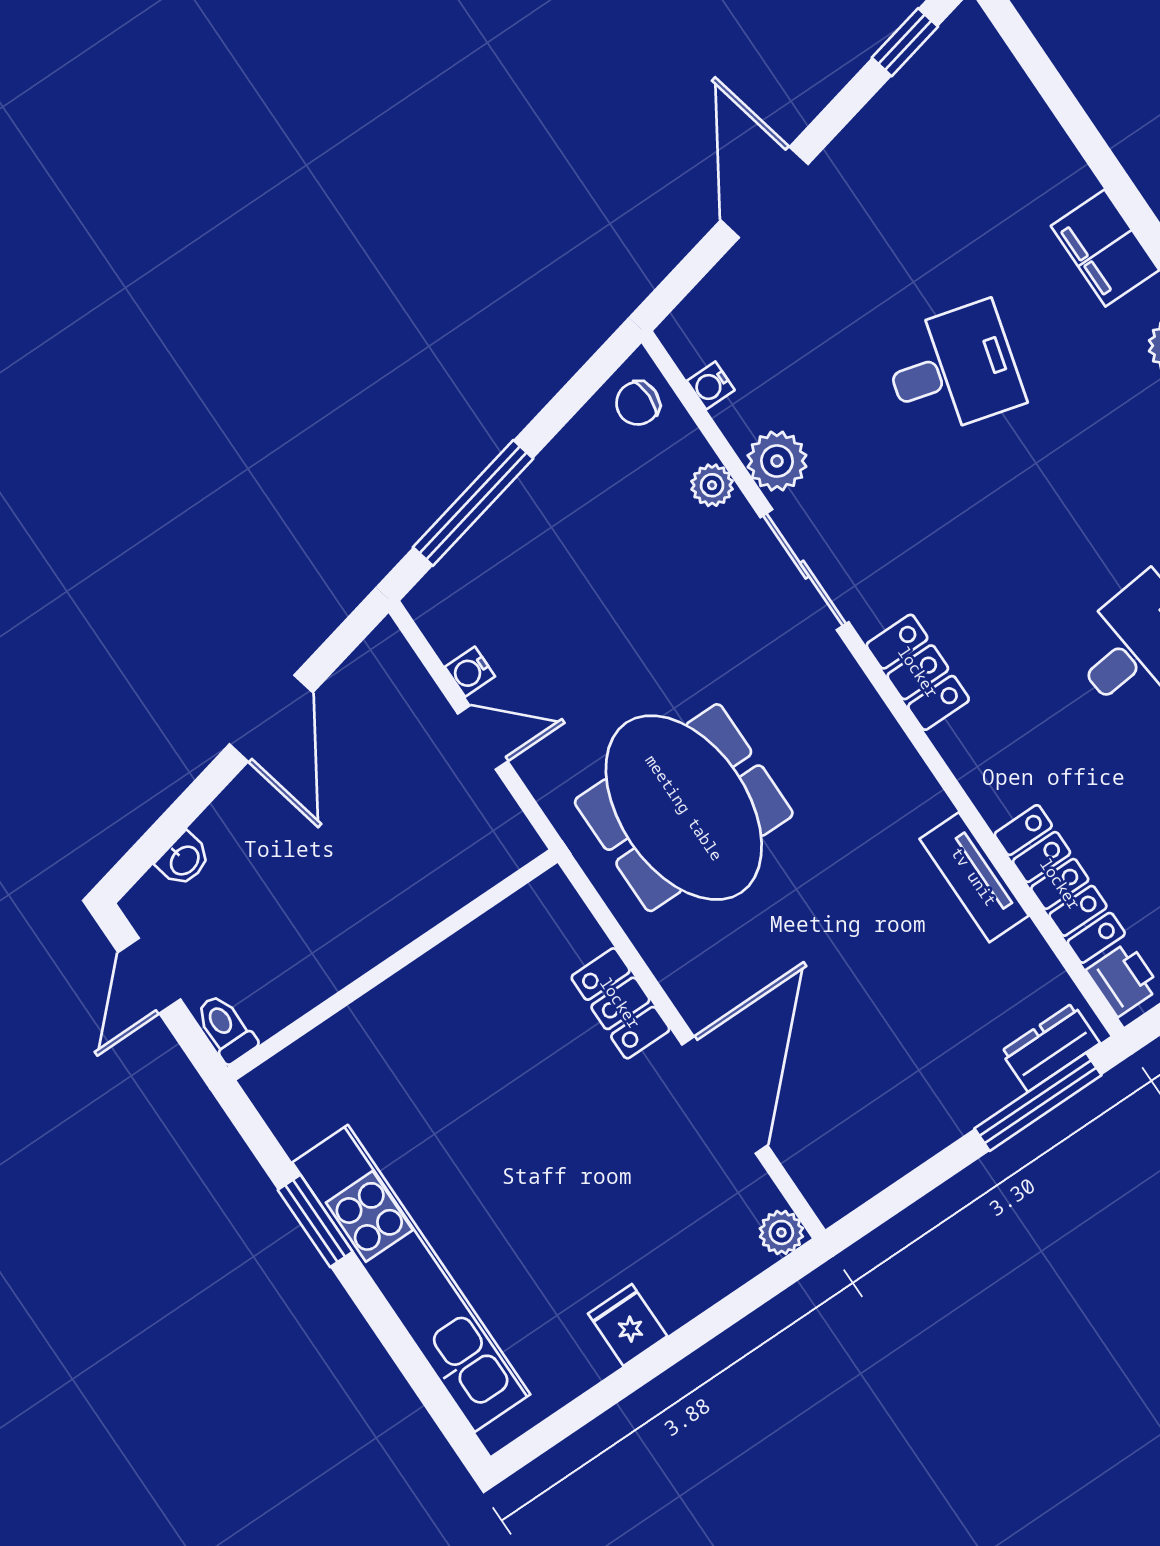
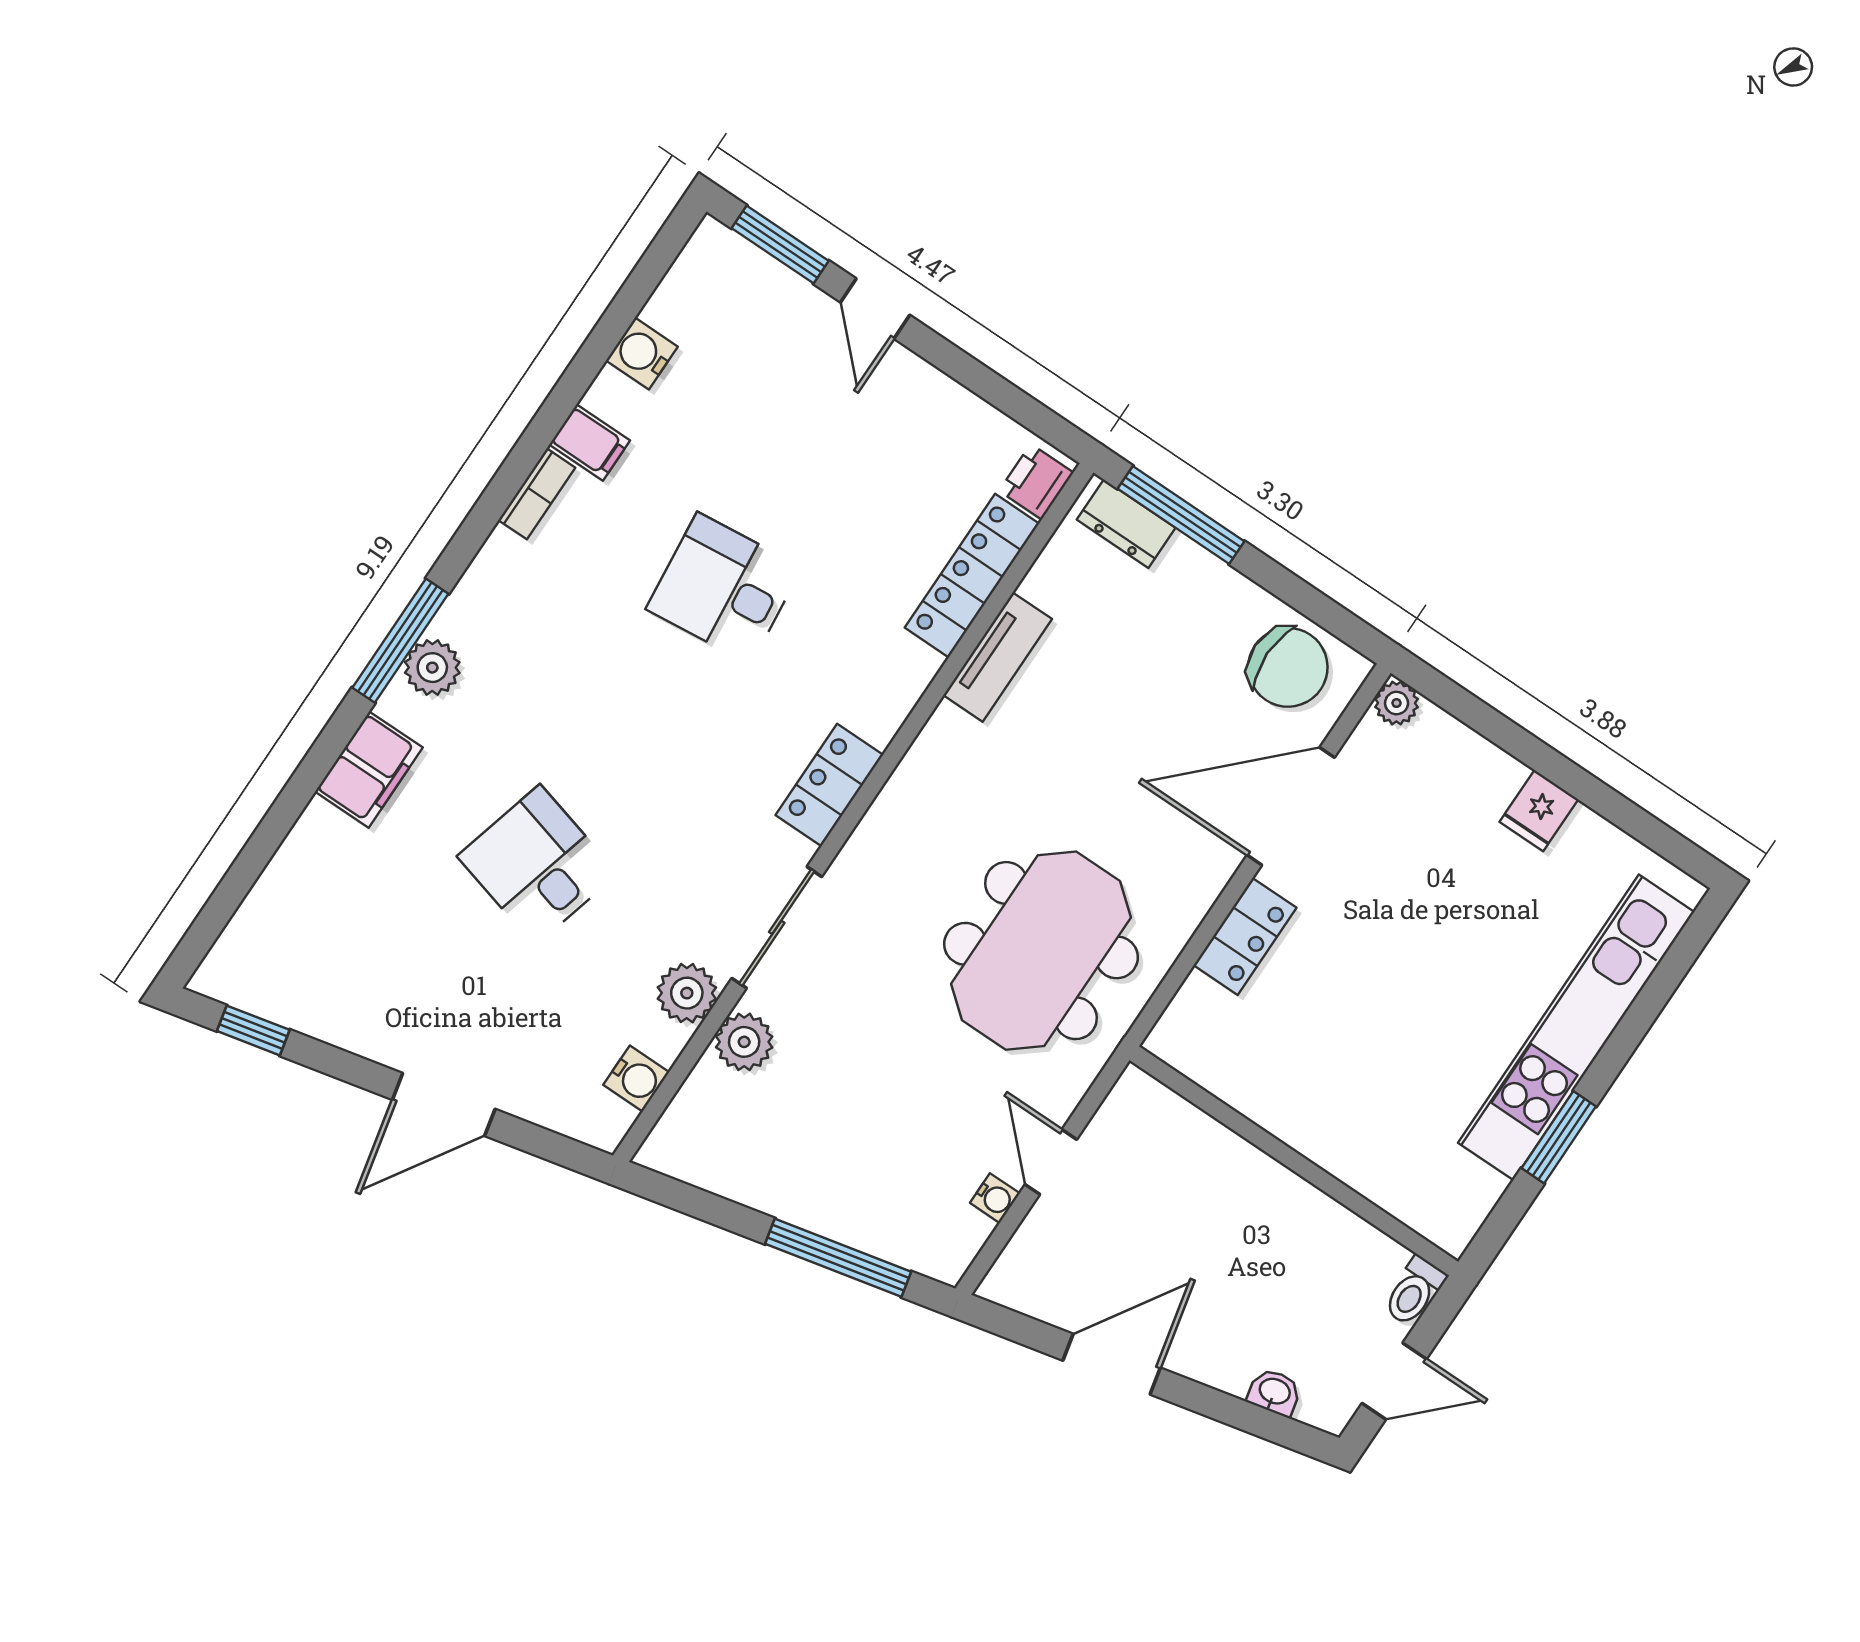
water cooler: (711, 385) -> (636, 1079), width x1.38, depth x1.38
chair: (638, 403) -> (1288, 667), moved, width x1.87, depth x1.87
plant: (712, 485) -> (744, 1042), width x1.38, depth x1.38

